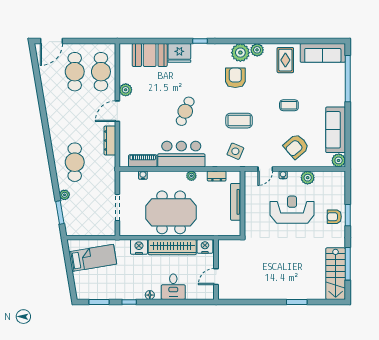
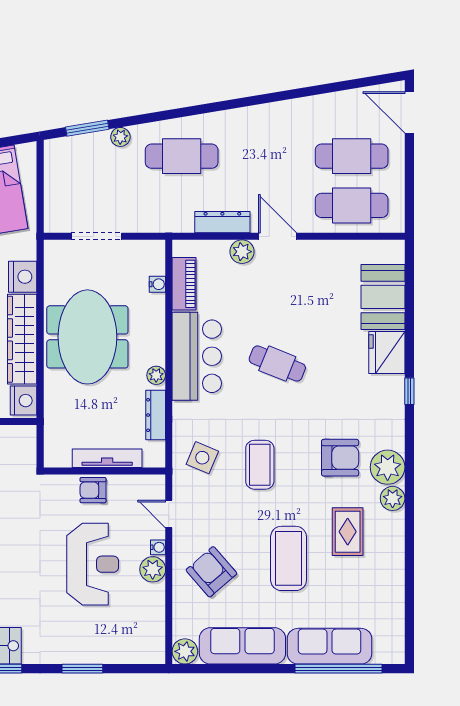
sofa: (323, 53) -> (329, 646), moved, turned 90
rug: (285, 60) -> (348, 532), moved, turned 90
plant: (126, 90) -> (242, 252), moved
coffee table: (289, 105) -> (289, 558), width x1.86, depth x1.72
dresser: (217, 176) -> (156, 415), width x1.44
plant: (308, 178) -> (153, 569), moved
armchair: (334, 217) -> (93, 490), moved, turned -90

